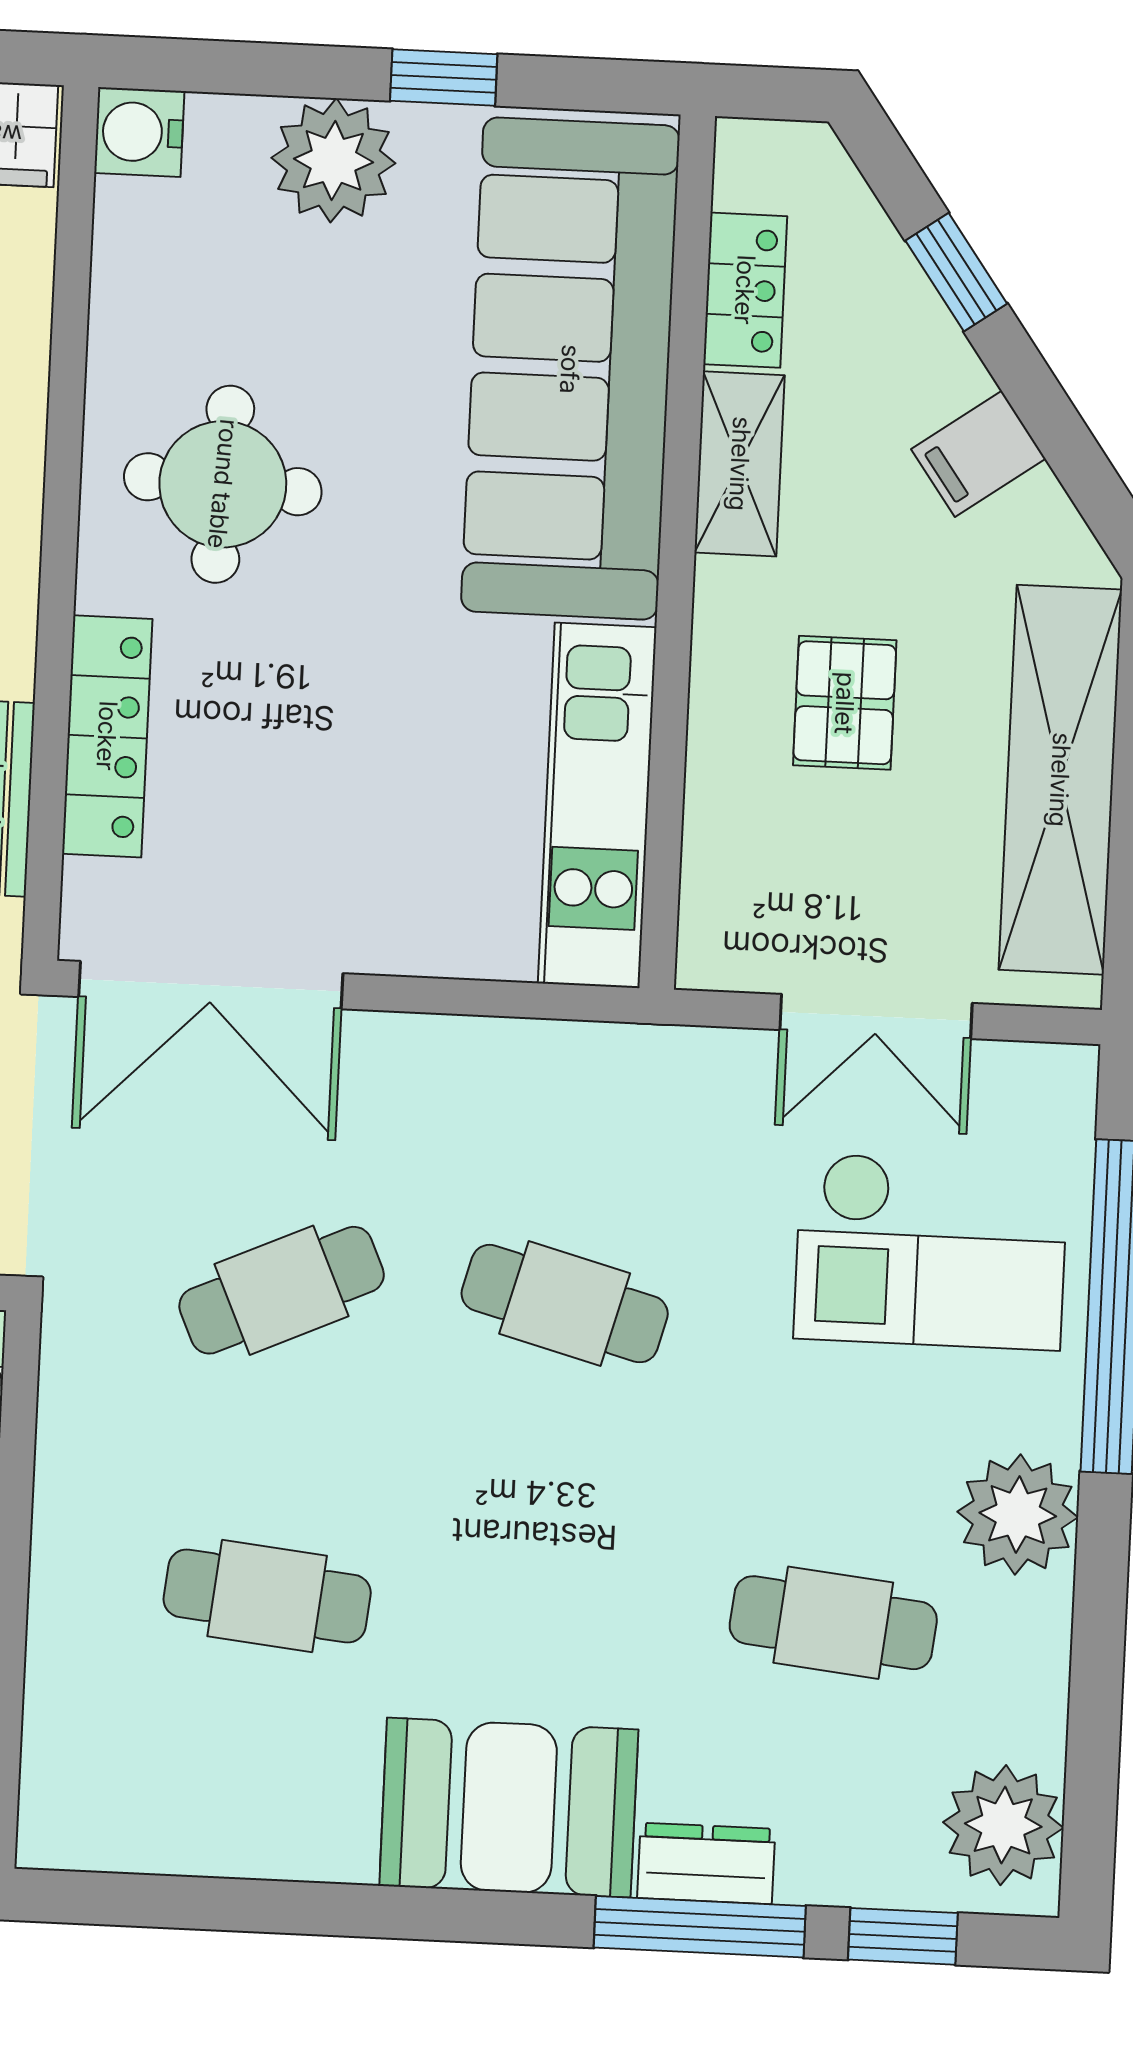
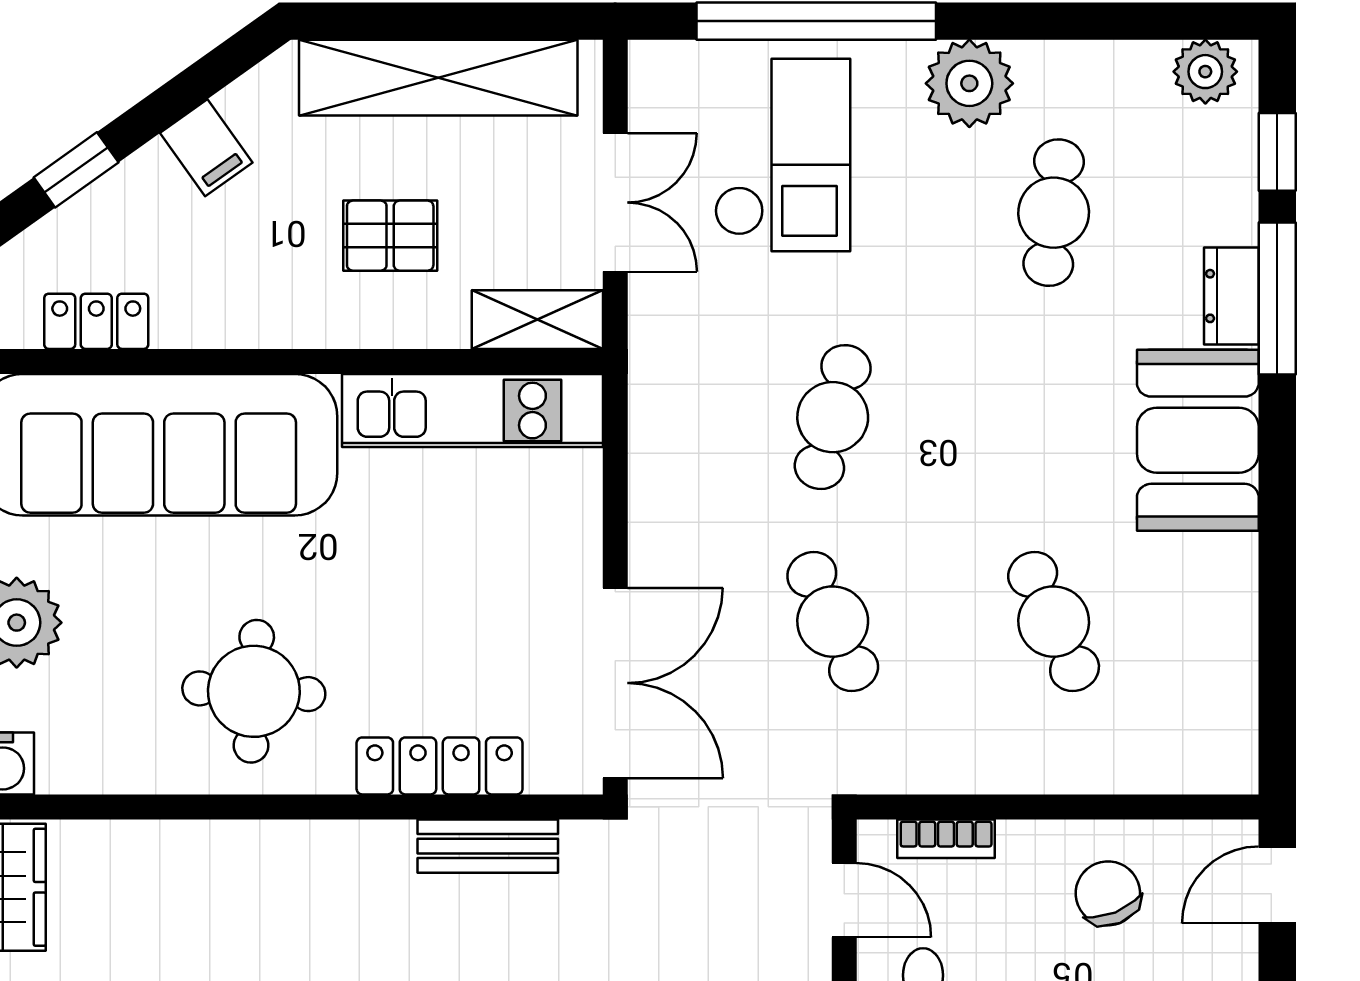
shelving: (740, 464) -> (537, 320), moved
cafe table: (267, 1596) -> (1054, 622), turned -30
plant: (1003, 1825) -> (1205, 72), width x0.73, depth x0.73

